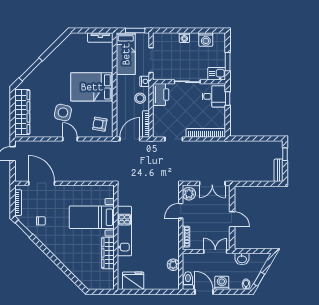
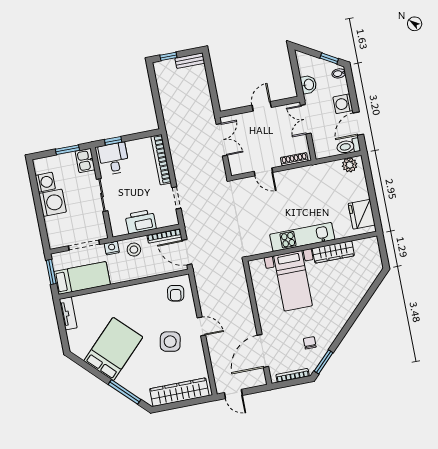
washing machine: (184, 38) -> (53, 203), width x1.89, depth x1.89
bed: (92, 87) -> (113, 349), moved, turned -135
printer: (161, 95) -> (141, 222), moved
door: (70, 139) -> (201, 326), swing flipped
plant: (189, 194) -> (240, 166), removed
plant: (173, 265) -> (350, 165), moved

